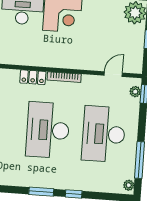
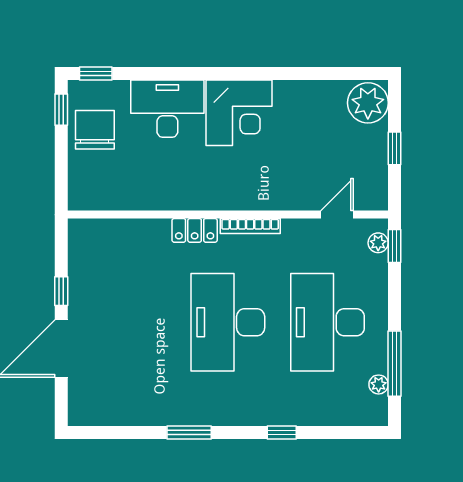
plant: (129, 185) -> (379, 384), moved
window: (41, 192) -> (189, 432), moved

